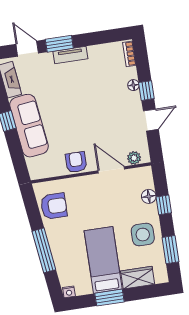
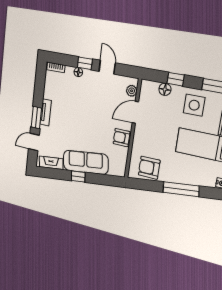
armchair: (54, 206) -> (149, 168), turned -90

